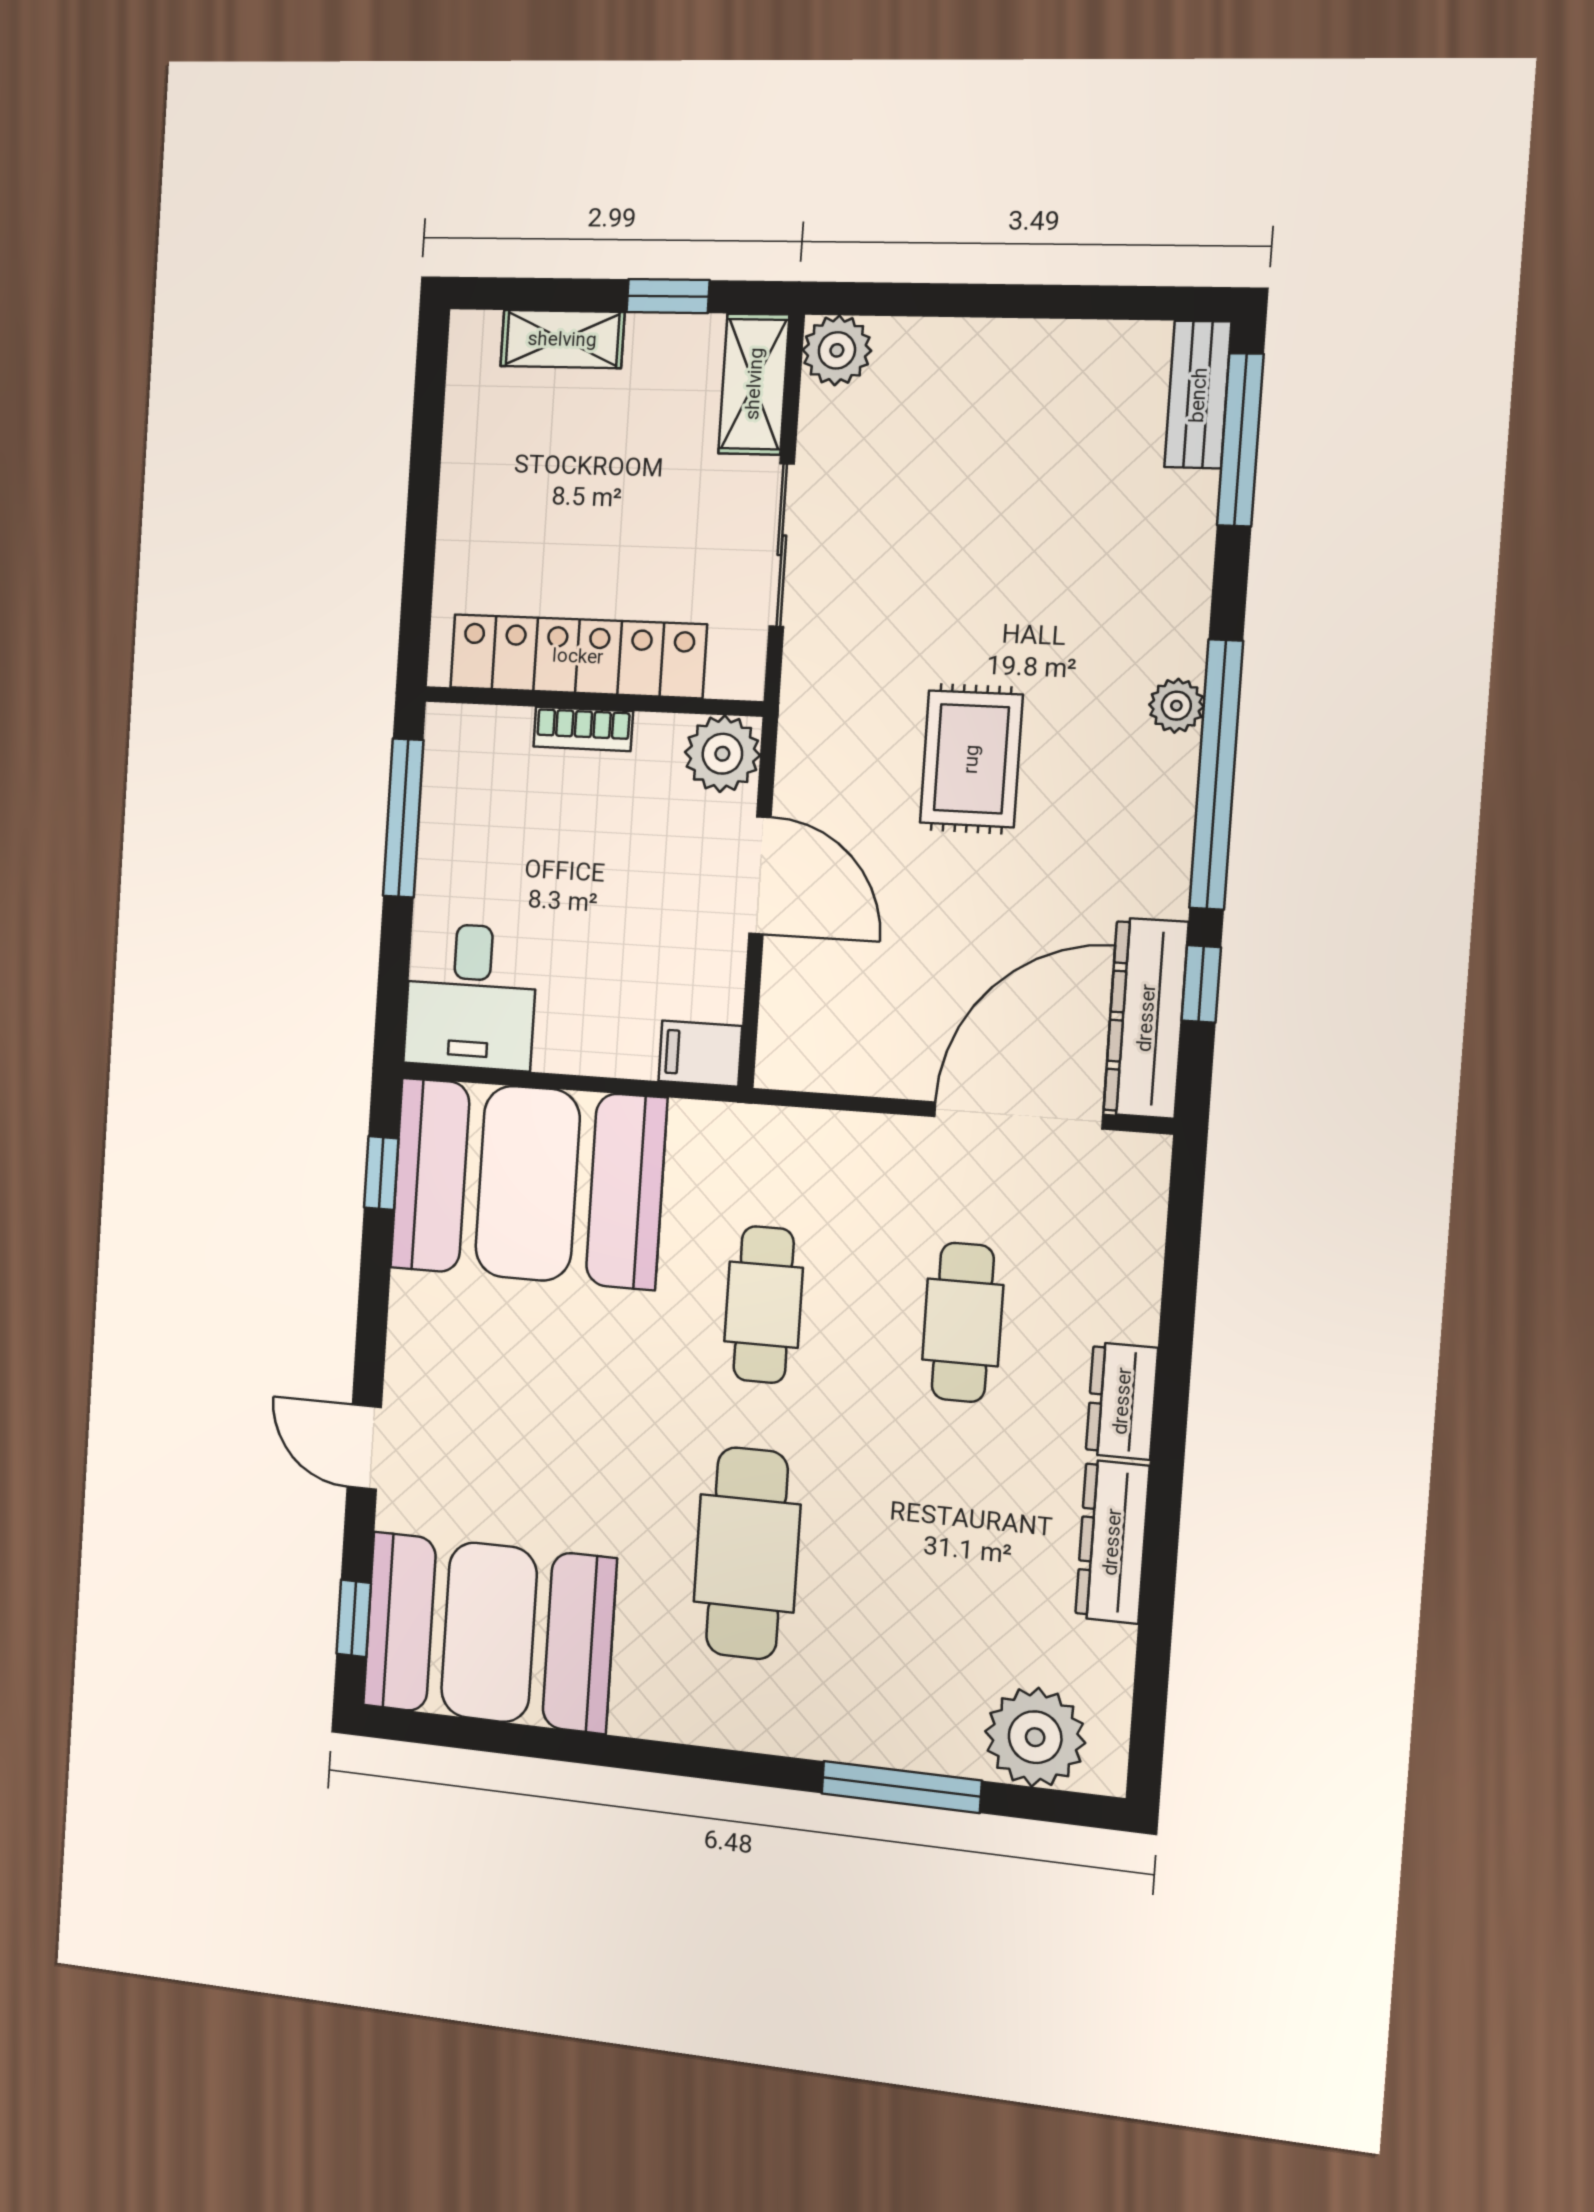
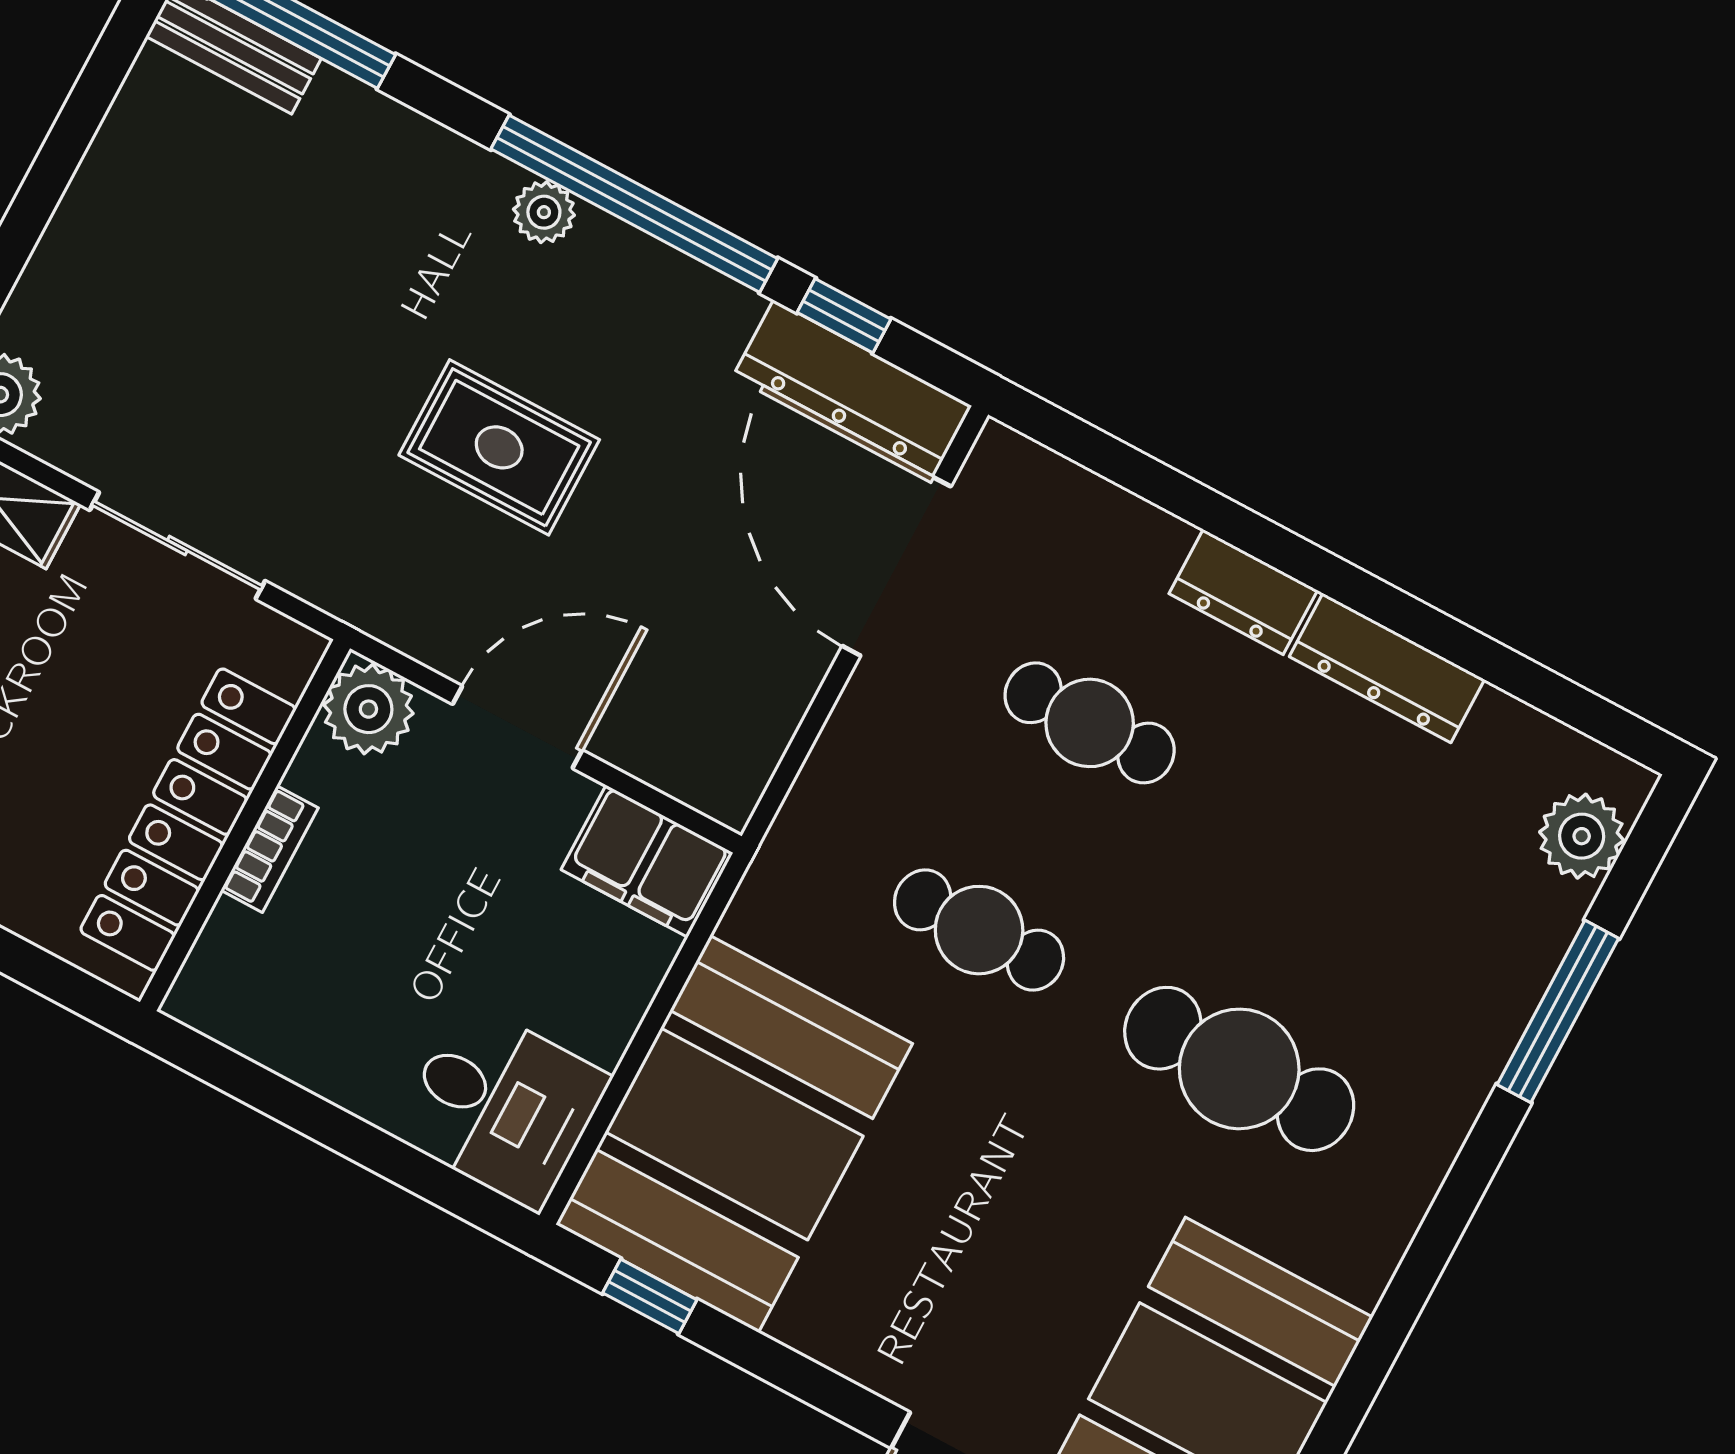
window: (403, 818) -> (271, 1094), removed
filing cabinet: (700, 1054) -> (647, 861), width x2.00
plant: (1035, 1737) -> (1582, 836), width x0.73, depth x0.73

